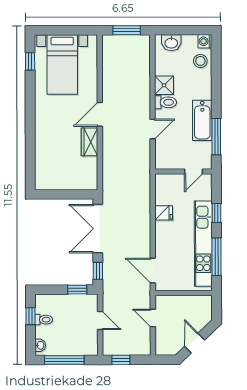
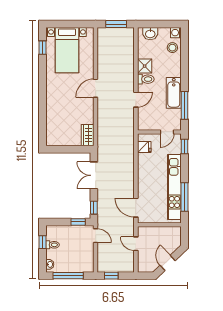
wardrobe: (89, 142) -> (88, 135), moved
fridge: (164, 213) -> (144, 147), moved
window: (216, 213) -> (184, 146), moved
double door: (98, 229) -> (94, 175), width x0.73
door: (100, 321) -> (96, 236), moved

